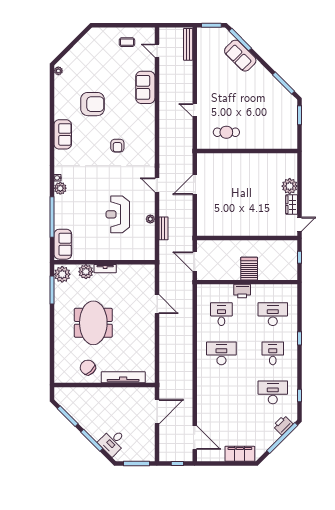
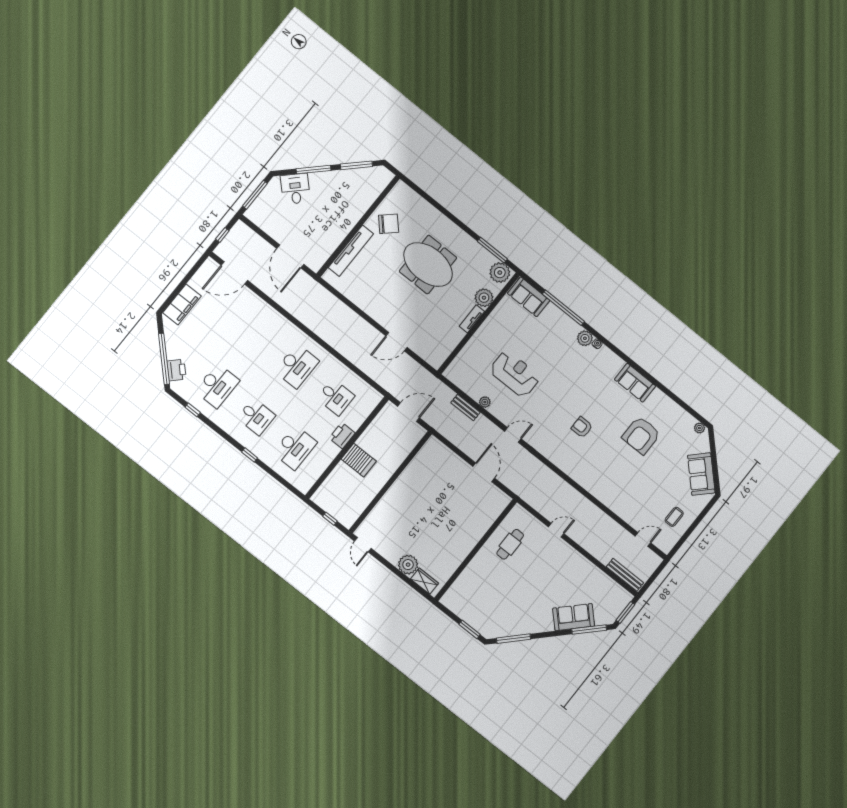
sofa: (145, 87) -> (701, 474), moved, turned -135
wardrobe: (292, 205) -> (425, 581), moved

